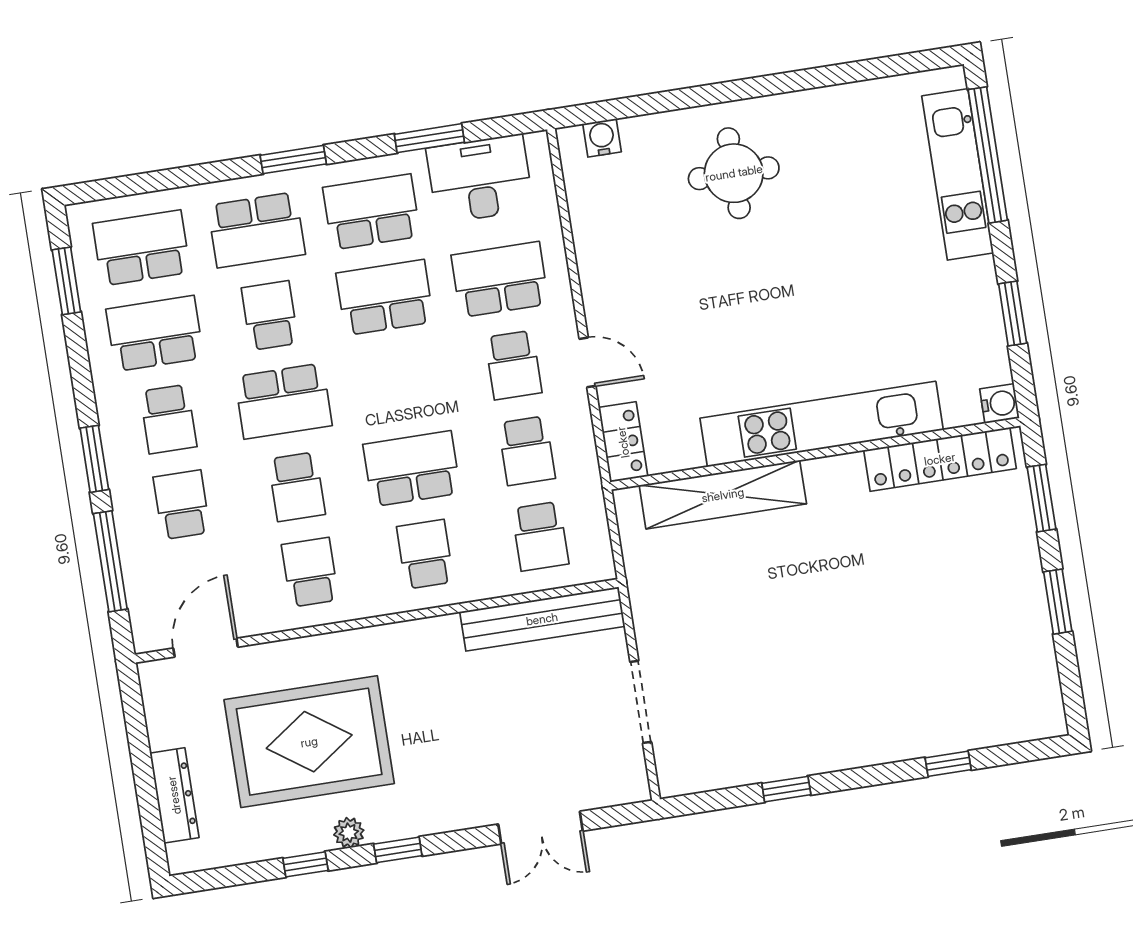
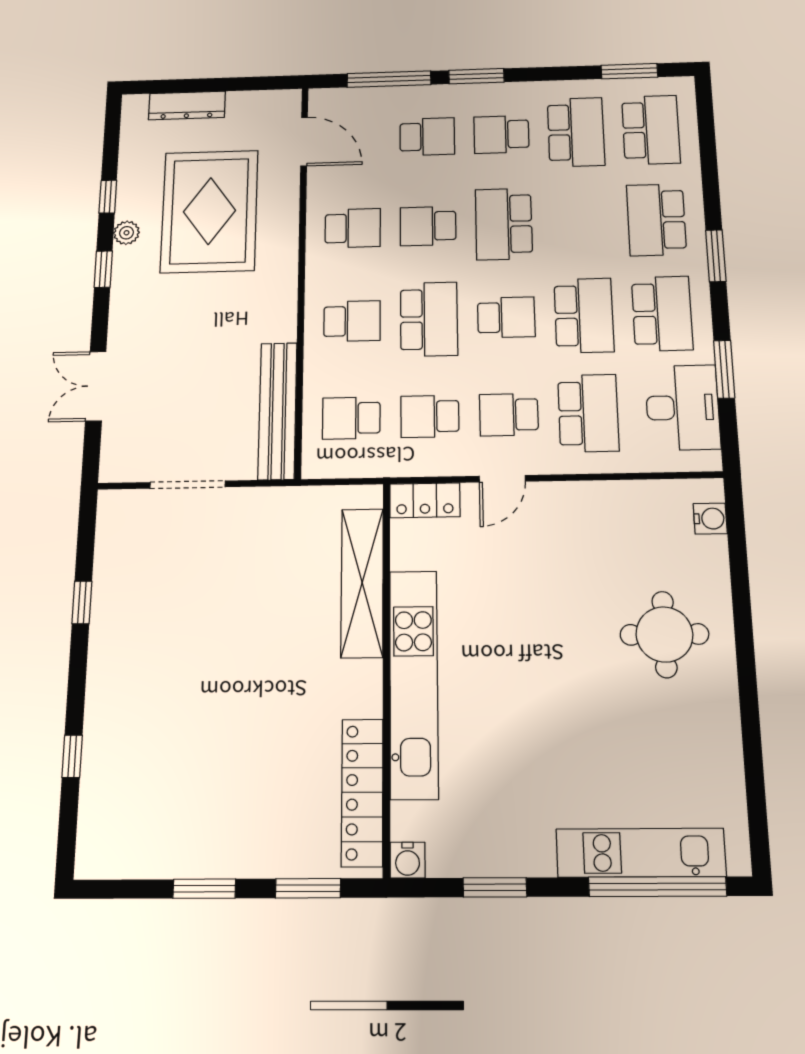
school desk: (270, 315) -> (506, 317), moved

